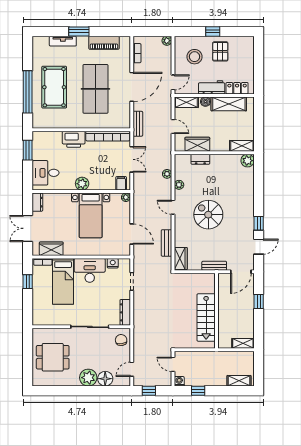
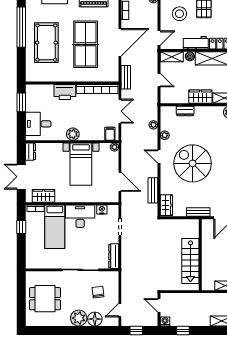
window: (28, 92) -> (21, 27), moved
wardrobe: (197, 144) -> (200, 97), moved
spiral stairs: (208, 215) -> (193, 163), width x1.37, depth x1.37
chair: (121, 340) -> (98, 292), moved

